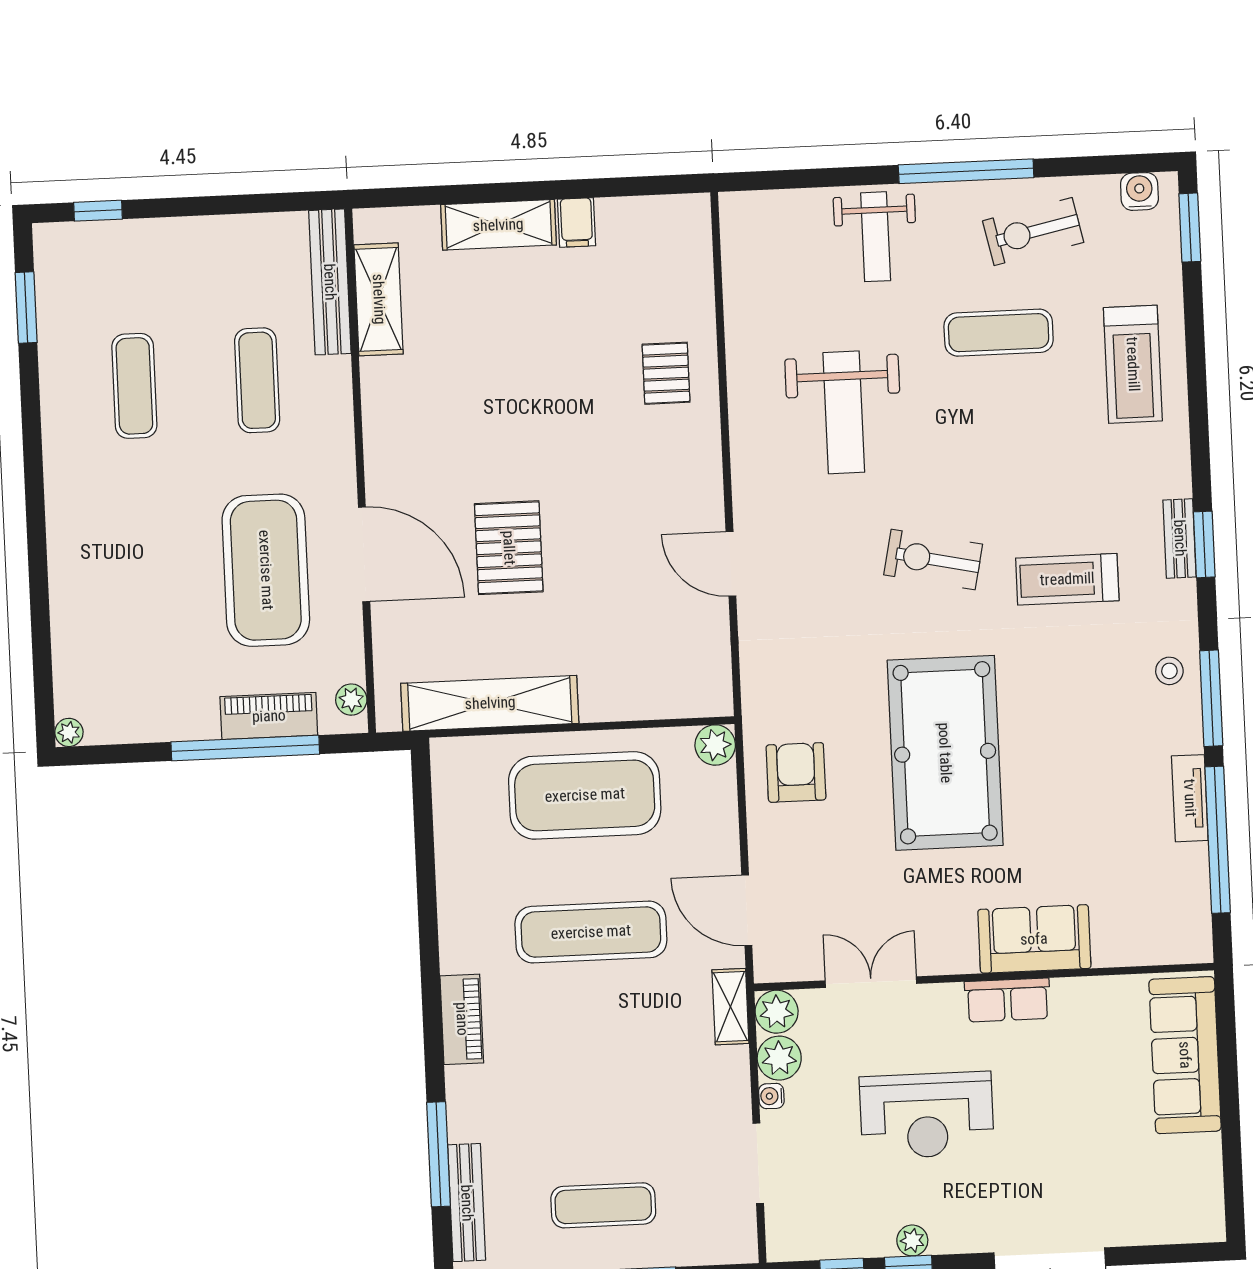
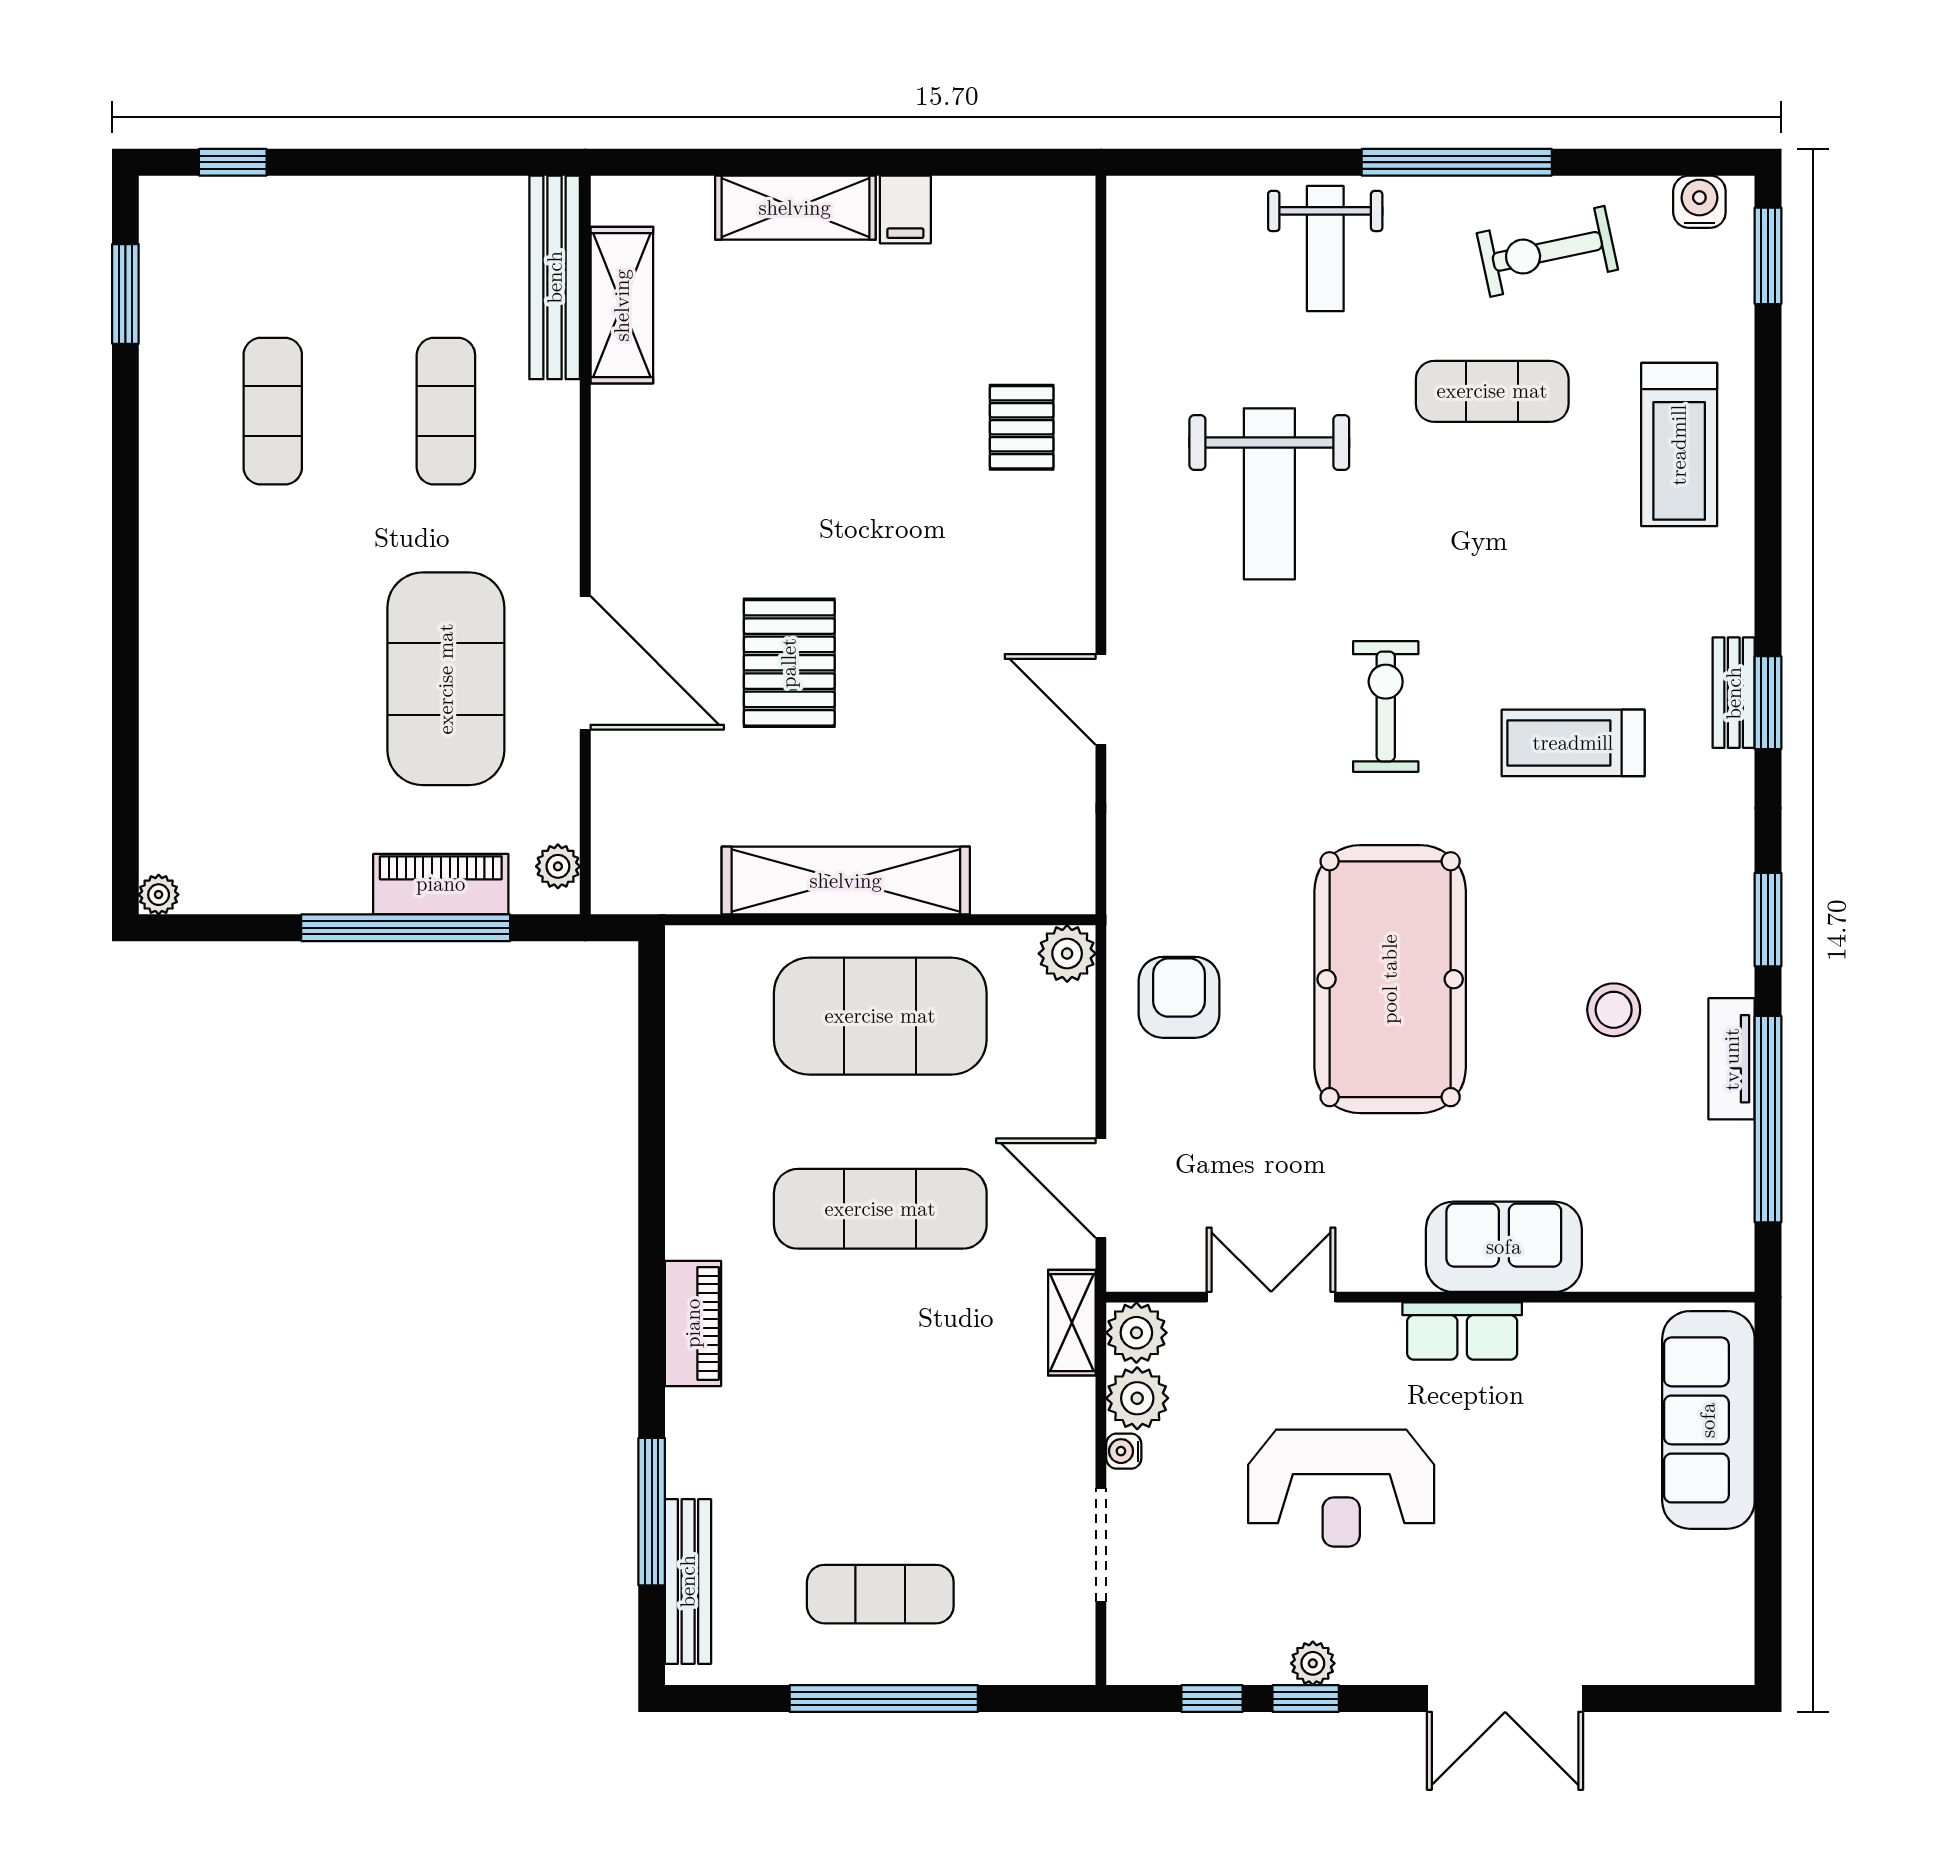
exercise bike: (933, 560) -> (1386, 706), turned 78
stool: (1169, 671) -> (1614, 1010), moved, width x1.37, depth x1.37
window: (1211, 698) -> (1768, 920), width x0.69
shelving: (490, 703) -> (846, 881), moved

